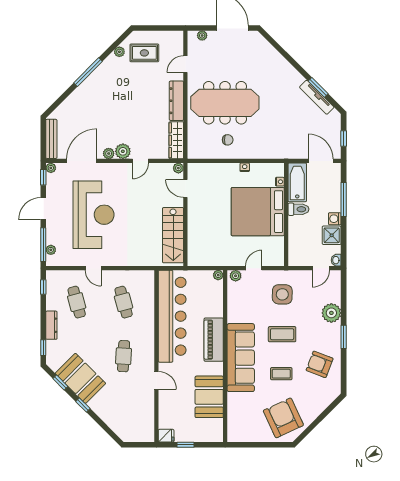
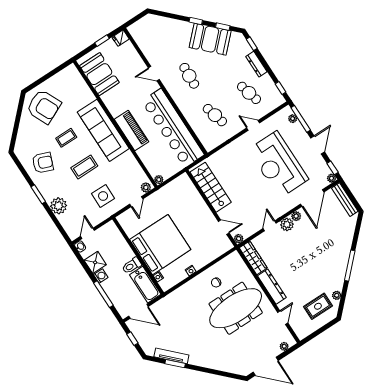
booth: (209, 397) -> (99, 74), moved

